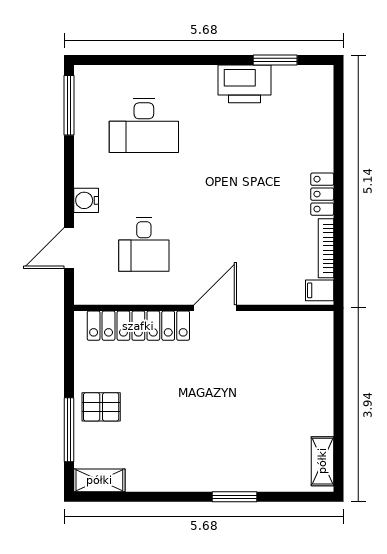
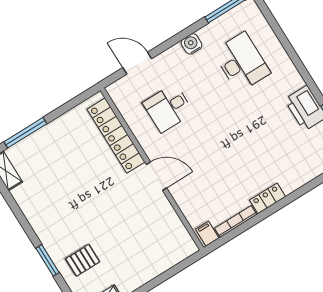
desk: (144, 125) -> (241, 62), turned 180
water cooler: (86, 200) -> (192, 44), moved
pallet: (101, 407) -> (83, 260), moved, turned 90

